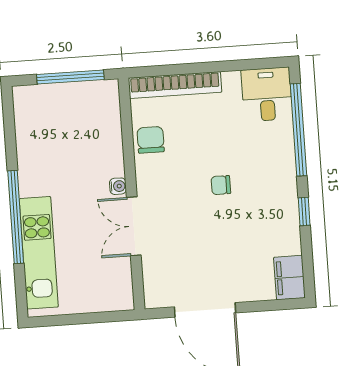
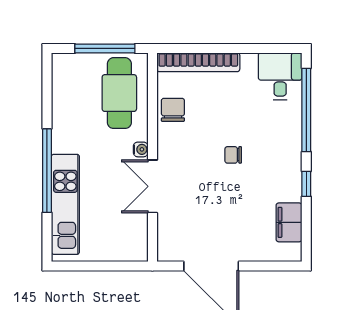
cafe table: (90, 125) -> (119, 93), added
filing cabinet: (289, 278) -> (289, 222), moved

